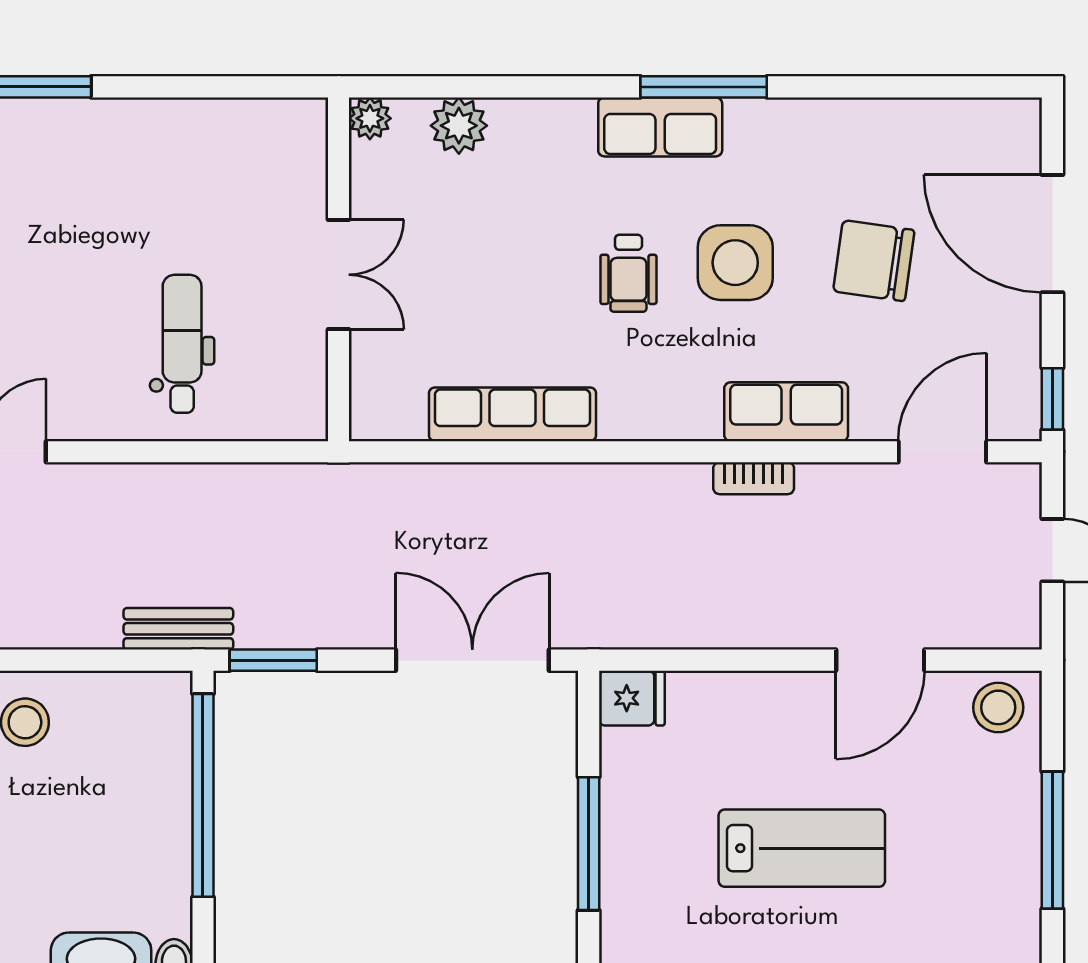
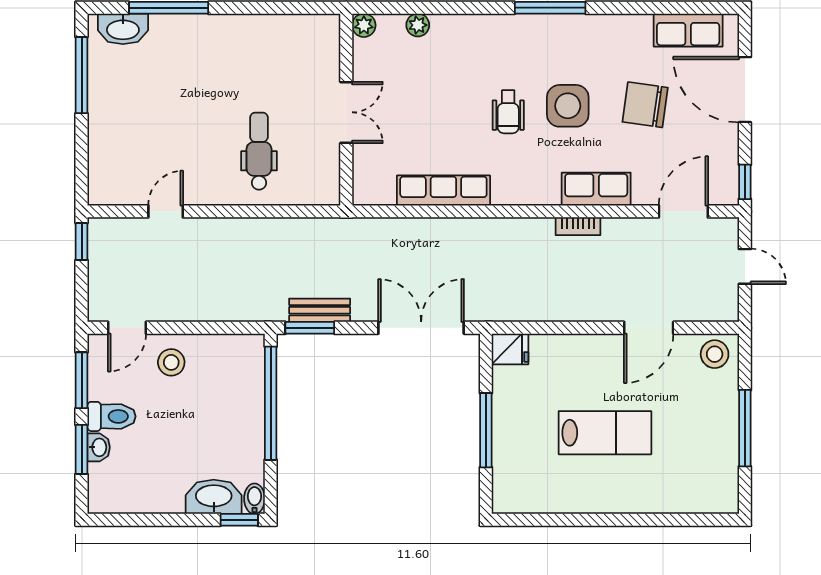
plant: (459, 126) -> (418, 25), width x0.73, depth x0.73
row of seats: (660, 127) -> (688, 30), moved
bench: (178, 629) -> (320, 310), moved

